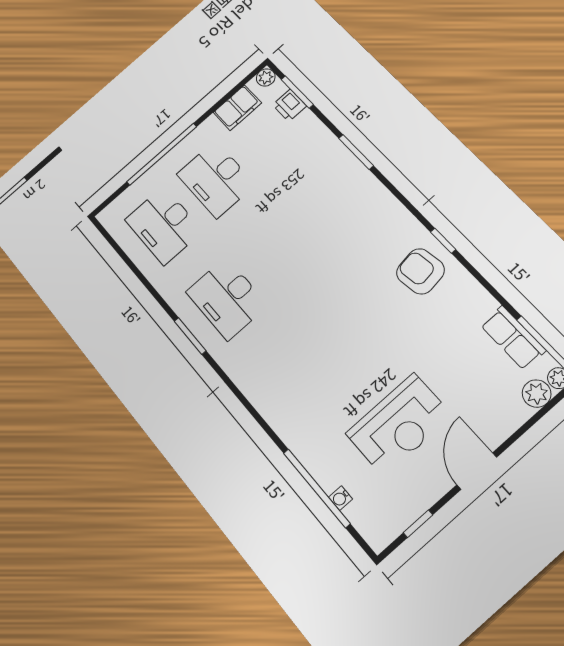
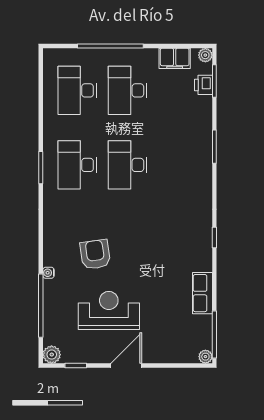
desk: (281, 251) -> (128, 165), added
armchair: (420, 271) -> (95, 254), moved
row of seats: (513, 338) -> (202, 293), moved
plant: (537, 394) -> (52, 355), moved
reception desk: (399, 424) -> (109, 310), turned 180
water cooler: (340, 498) -> (48, 273), moved

